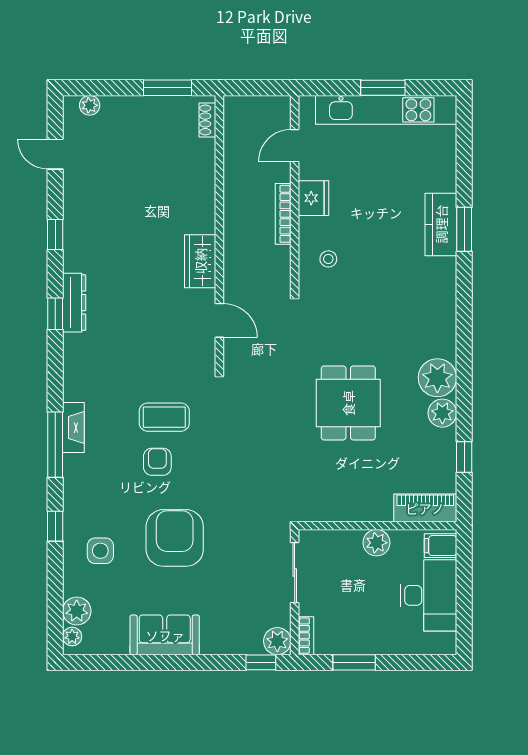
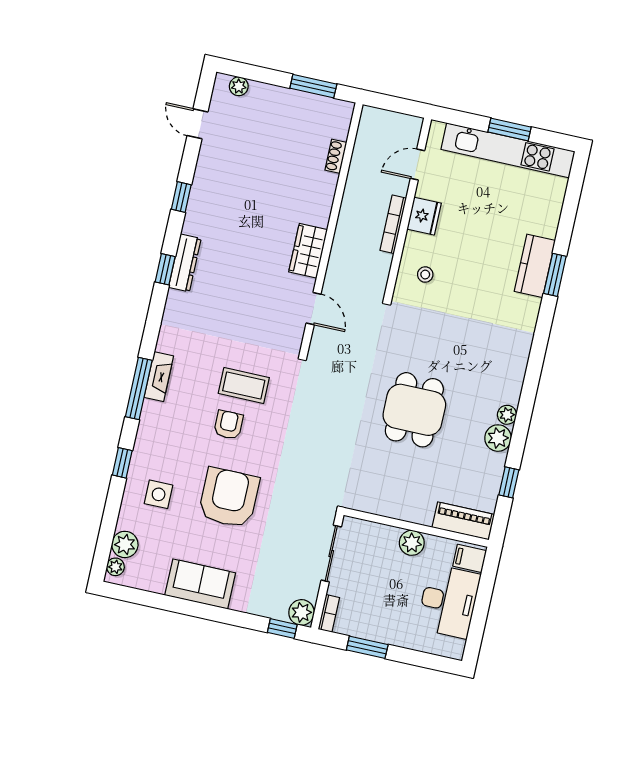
shoe rack: (207, 120) -> (336, 156), moved
plant: (437, 378) -> (507, 415), width x0.53, depth x0.53

